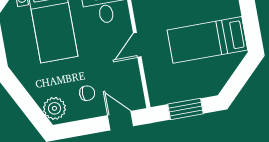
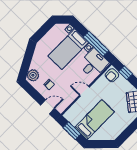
bed: (207, 40) -> (94, 120), moved, turned 90
door: (121, 121) -> (48, 107), hinge flipped

